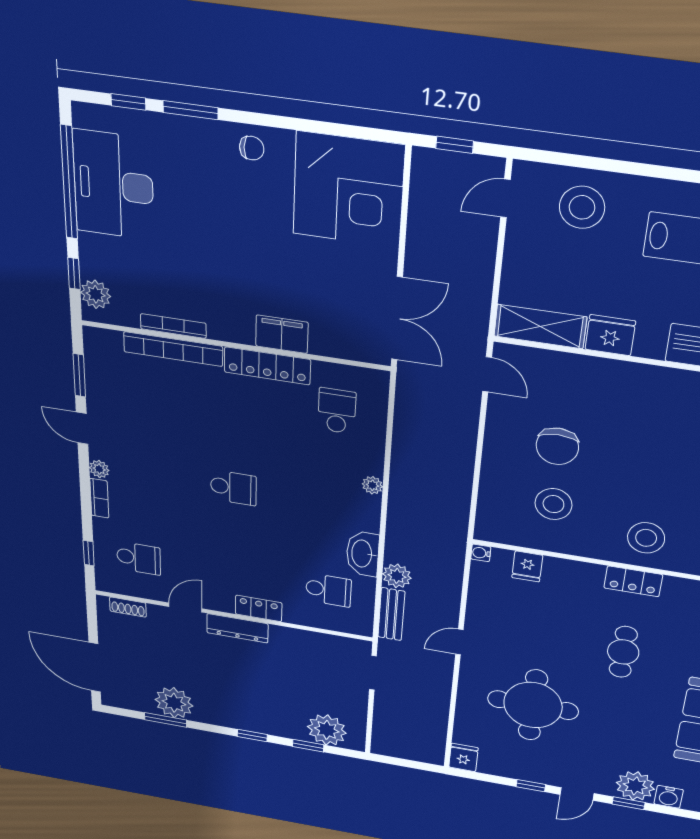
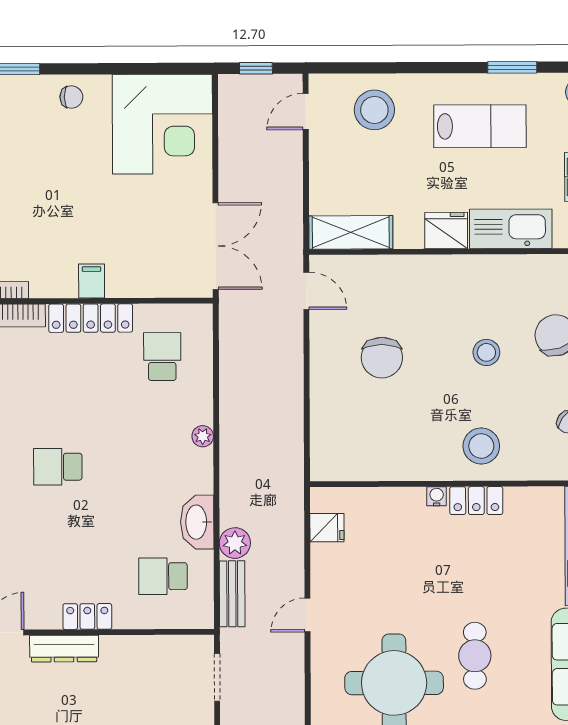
filing cabinet: (282, 334) -> (92, 281), width x0.50
fridge: (610, 335) -> (446, 231), moved
school desk: (233, 488) -> (58, 467), turned 180
stool: (553, 504) -> (486, 352), moved, width x0.73, depth x0.73
water cooler: (481, 553) -> (437, 496), moved, turned 90
fridge: (527, 566) -> (327, 528), moved, turned -90
school desk: (328, 590) -> (163, 576), turned 180
cafe table: (623, 652) -> (475, 656), moved

